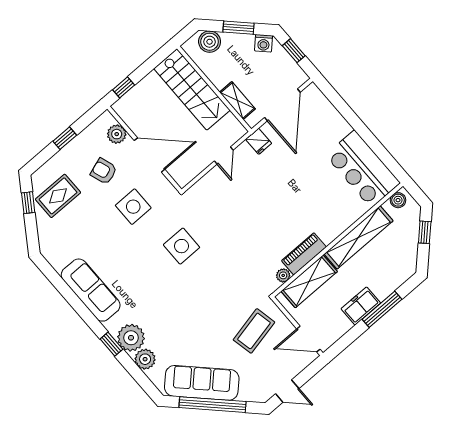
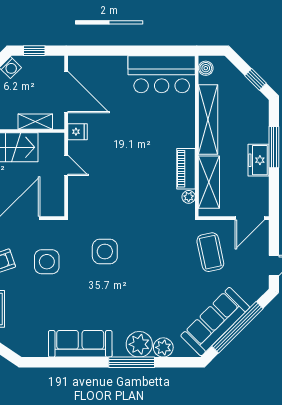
window: (425, 232) -> (256, 79), moved
window: (111, 344) -> (132, 362), width x2.17

